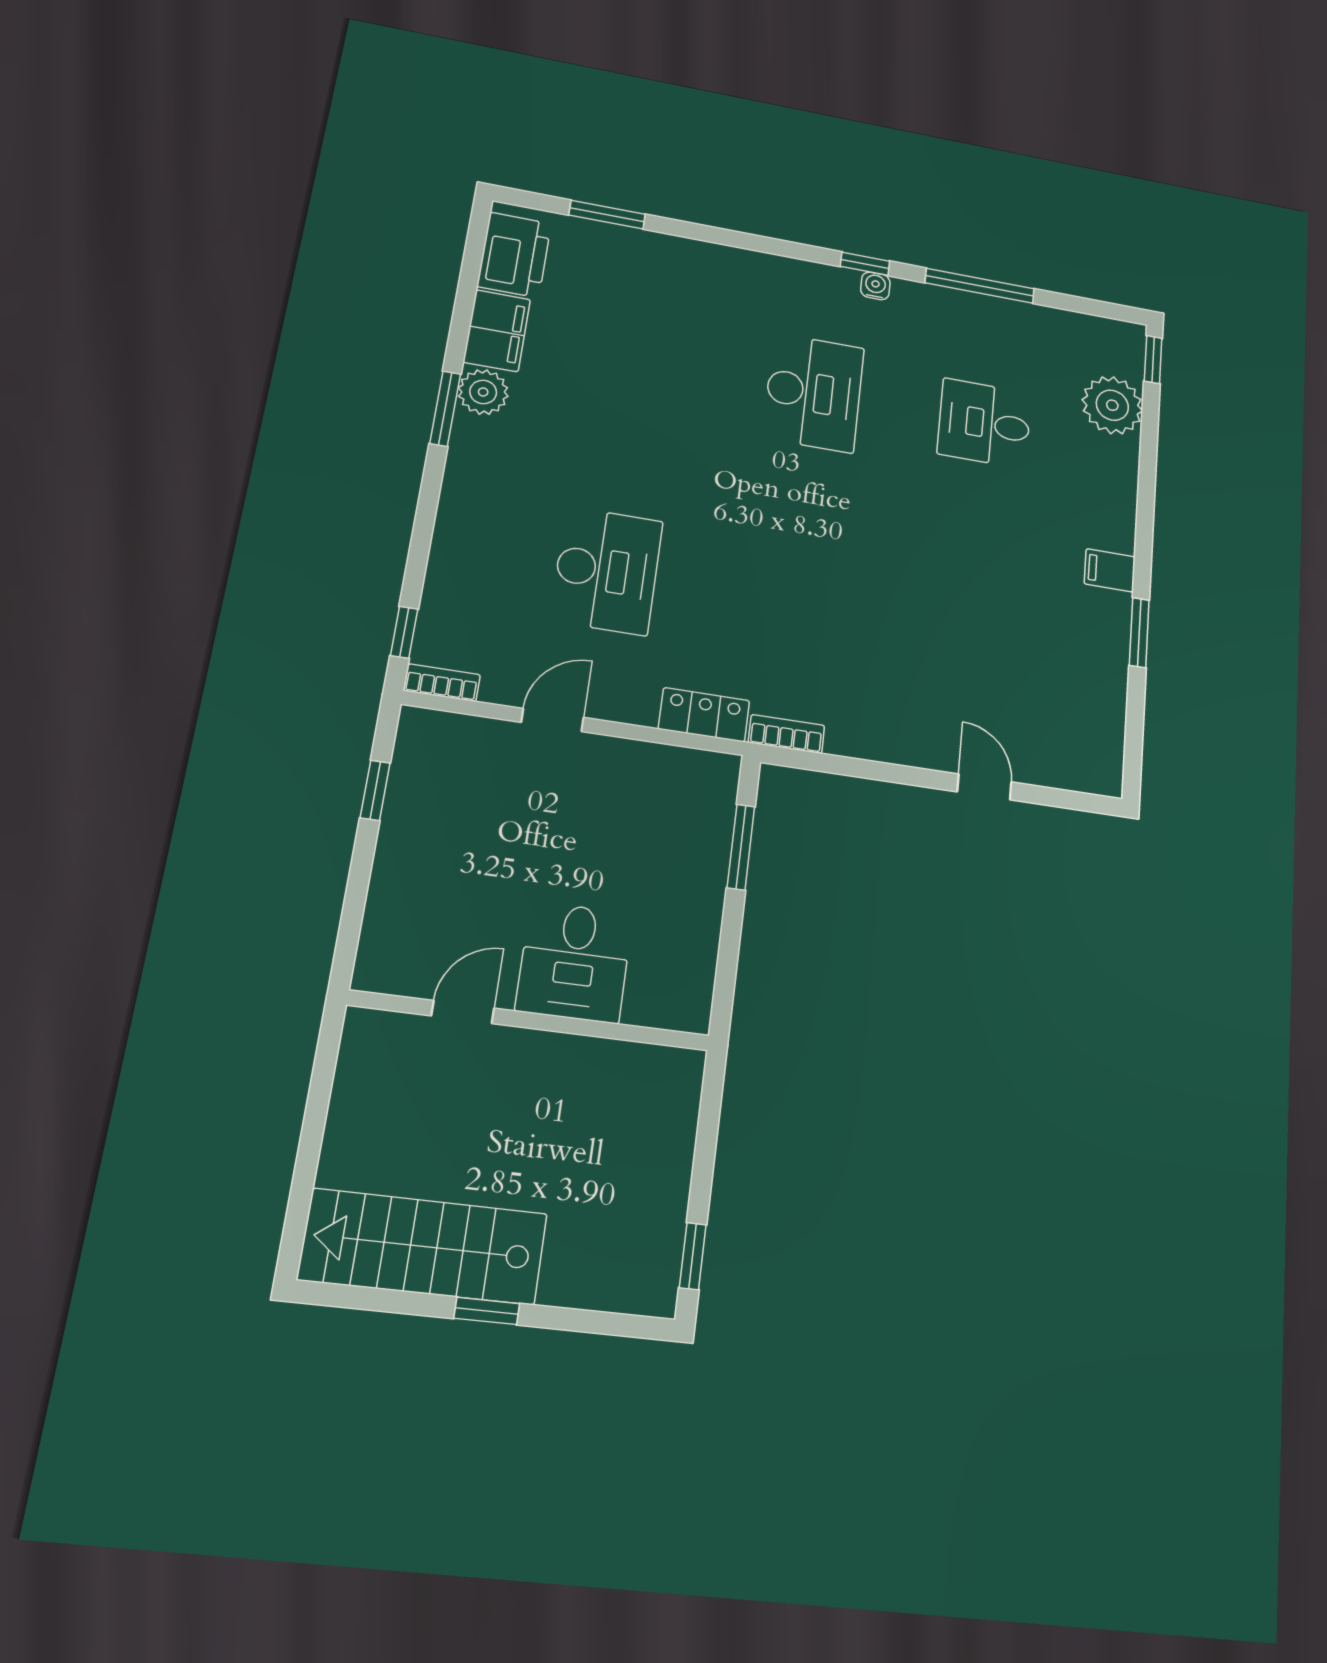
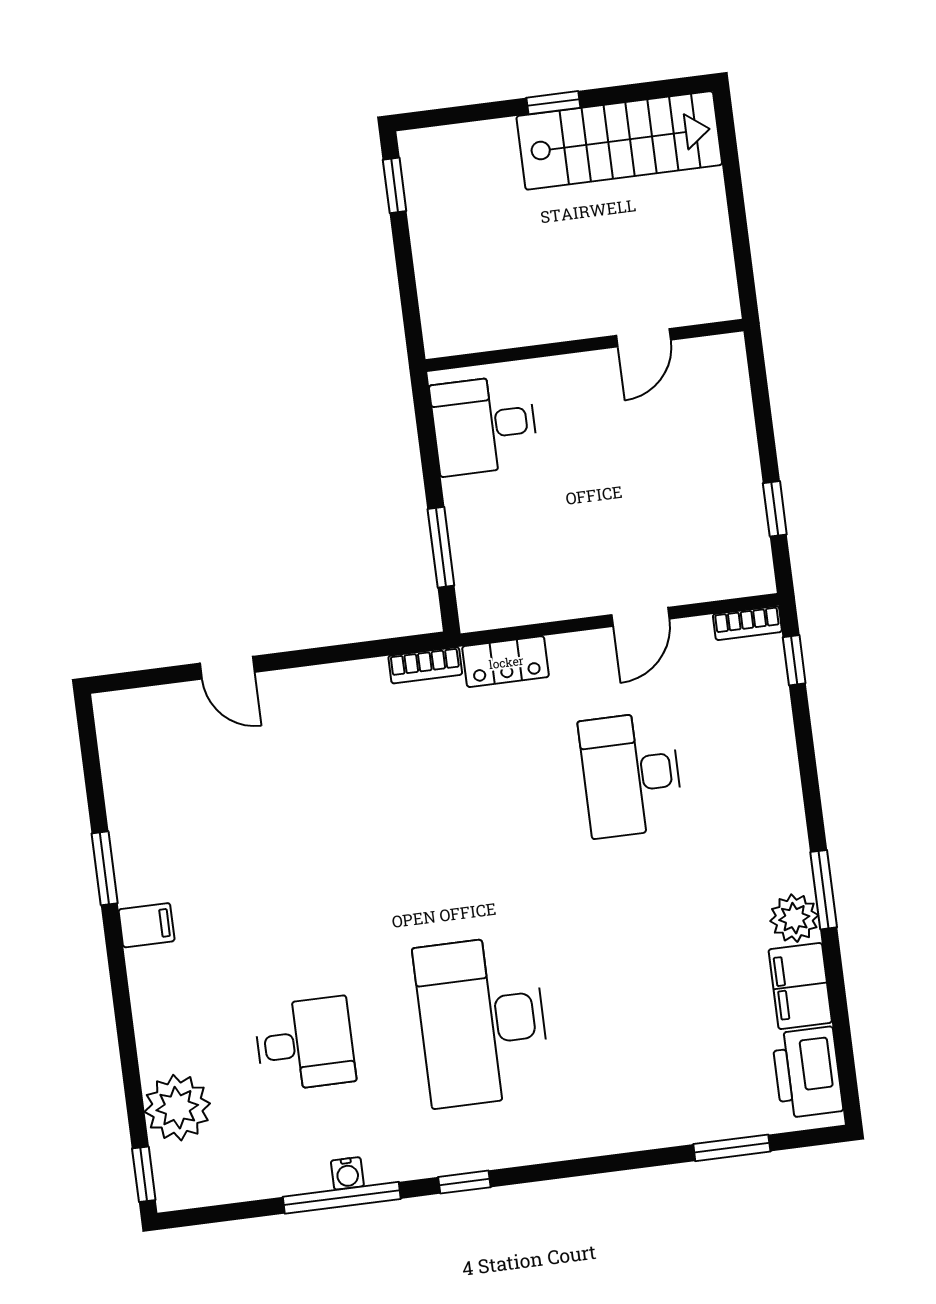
water cooler: (875, 286) -> (347, 1173), moved
desk: (814, 393) -> (482, 1021), width x1.36, depth x1.30
desk: (575, 962) -> (484, 425), moved, turned -90

